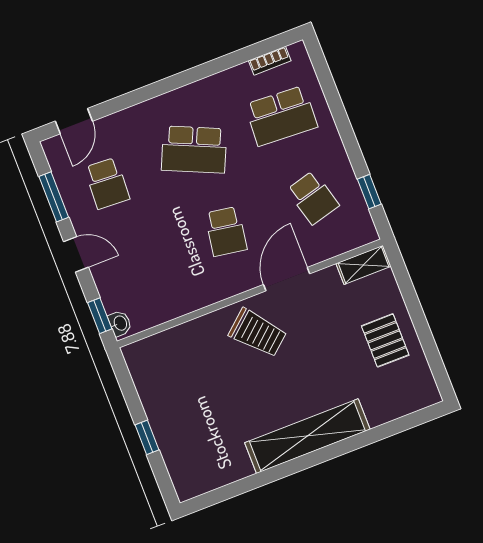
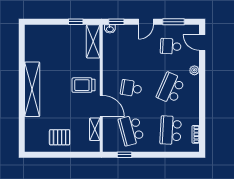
plant: (138, 115) -> (194, 70), added
school desk: (313, 198) -> (131, 130), width x1.85
shelving: (364, 265) -> (95, 129), moved
trolley: (258, 333) -> (84, 85), turned 41
shelving: (159, 348) -> (93, 41), added
window: (147, 437) -> (76, 22), moved

